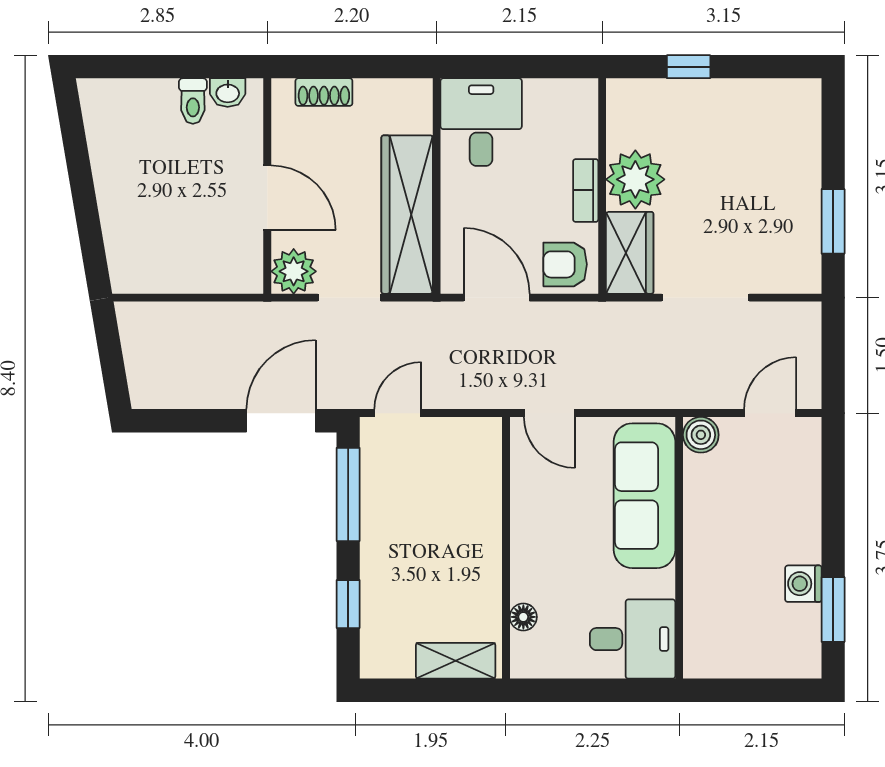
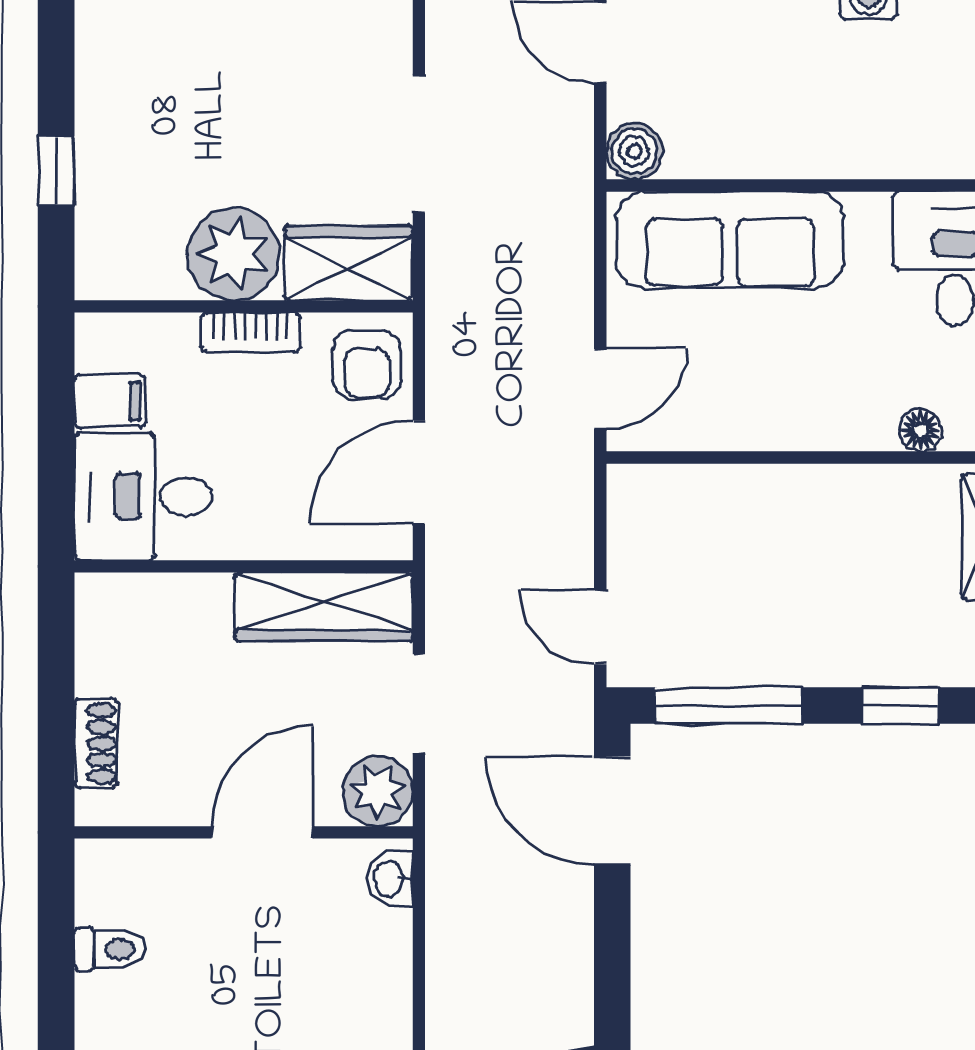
washbasin: (228, 93) -> (390, 879), moved, turned 180
filing cabinet: (542, 101) -> (110, 401), added
wardrobe: (407, 215) -> (324, 607), width x0.71, depth x0.85

